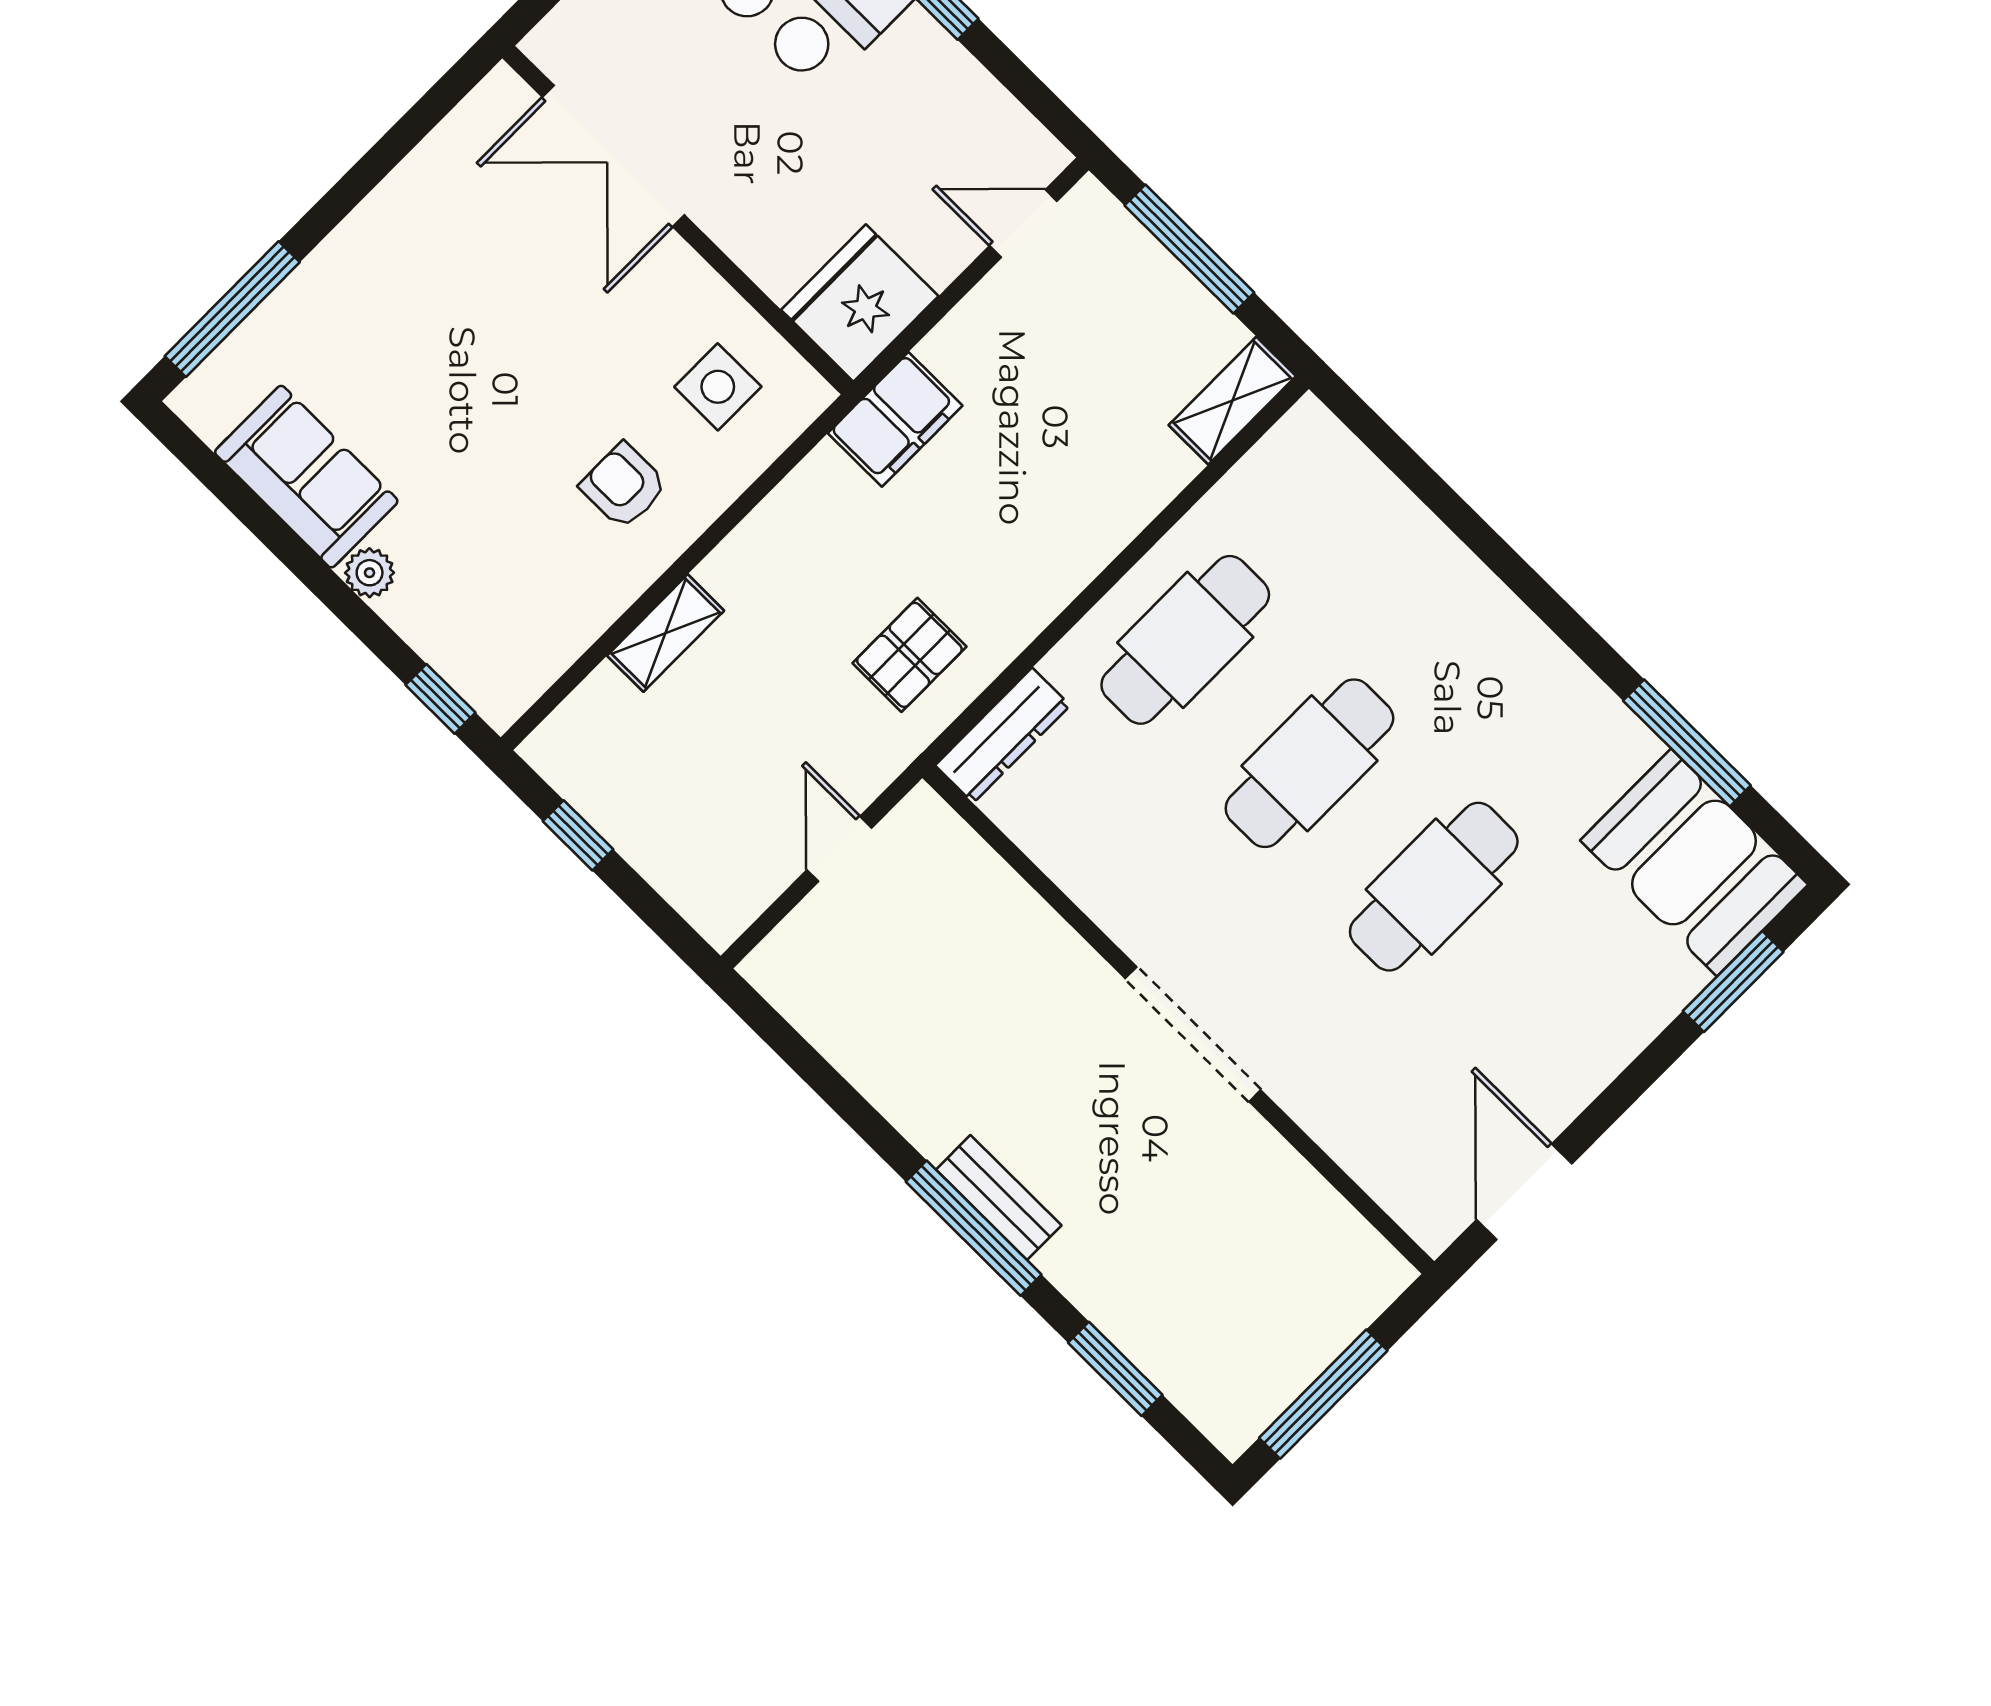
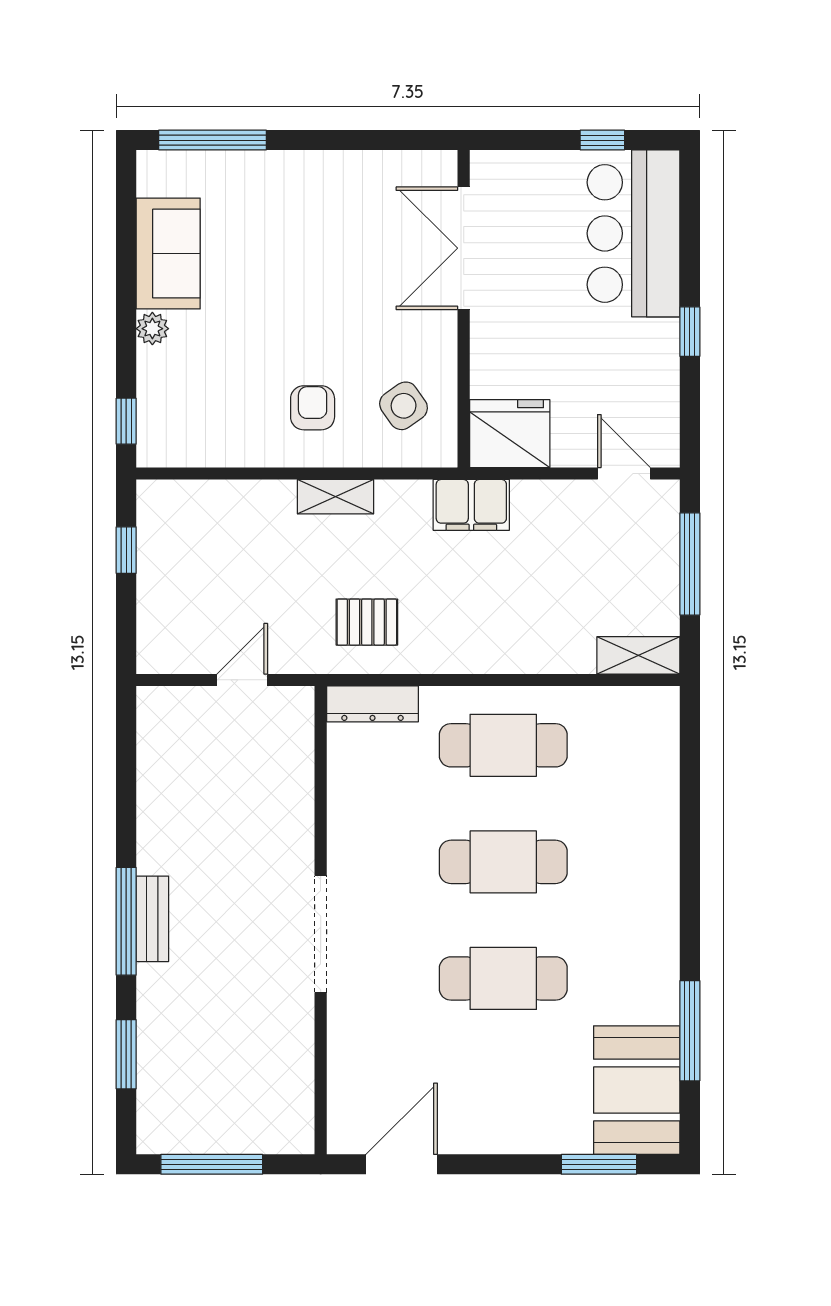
side table: (718, 387) -> (404, 406), turned -35
shelving: (666, 633) -> (336, 497), moved

